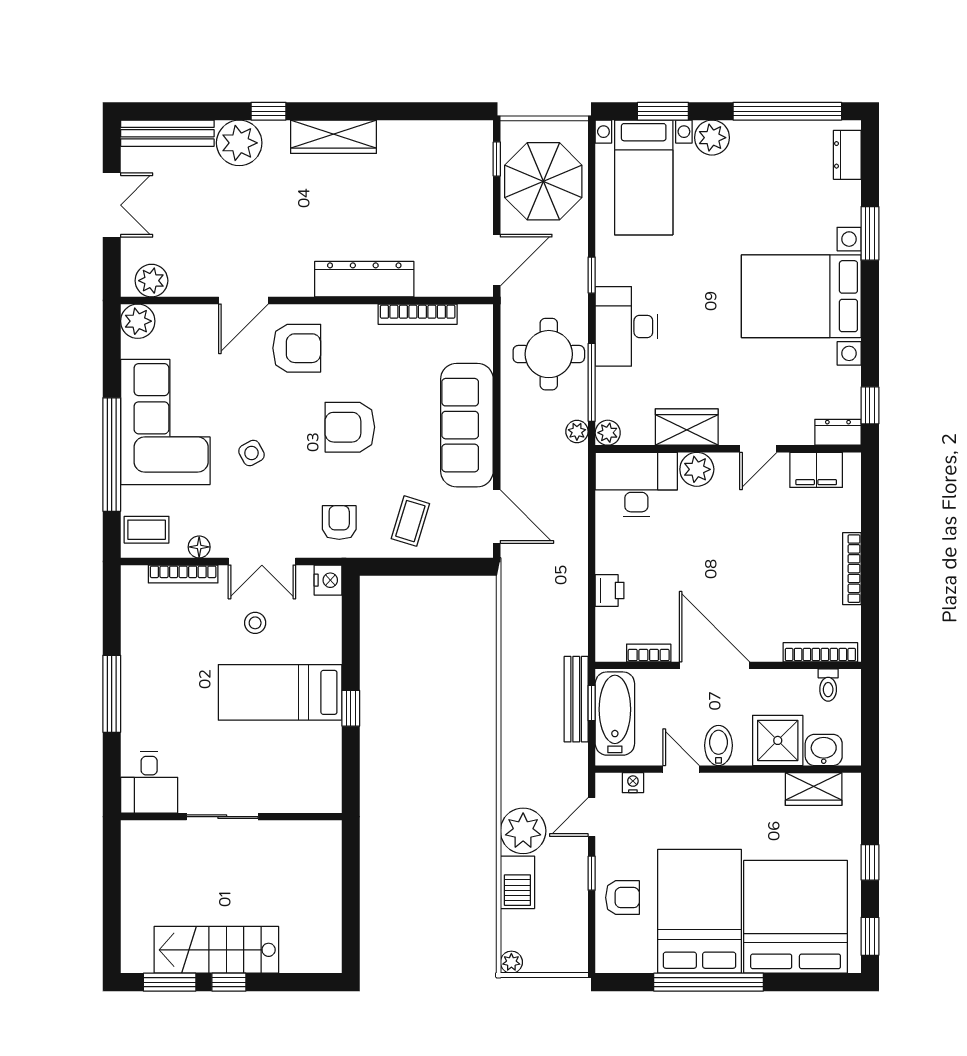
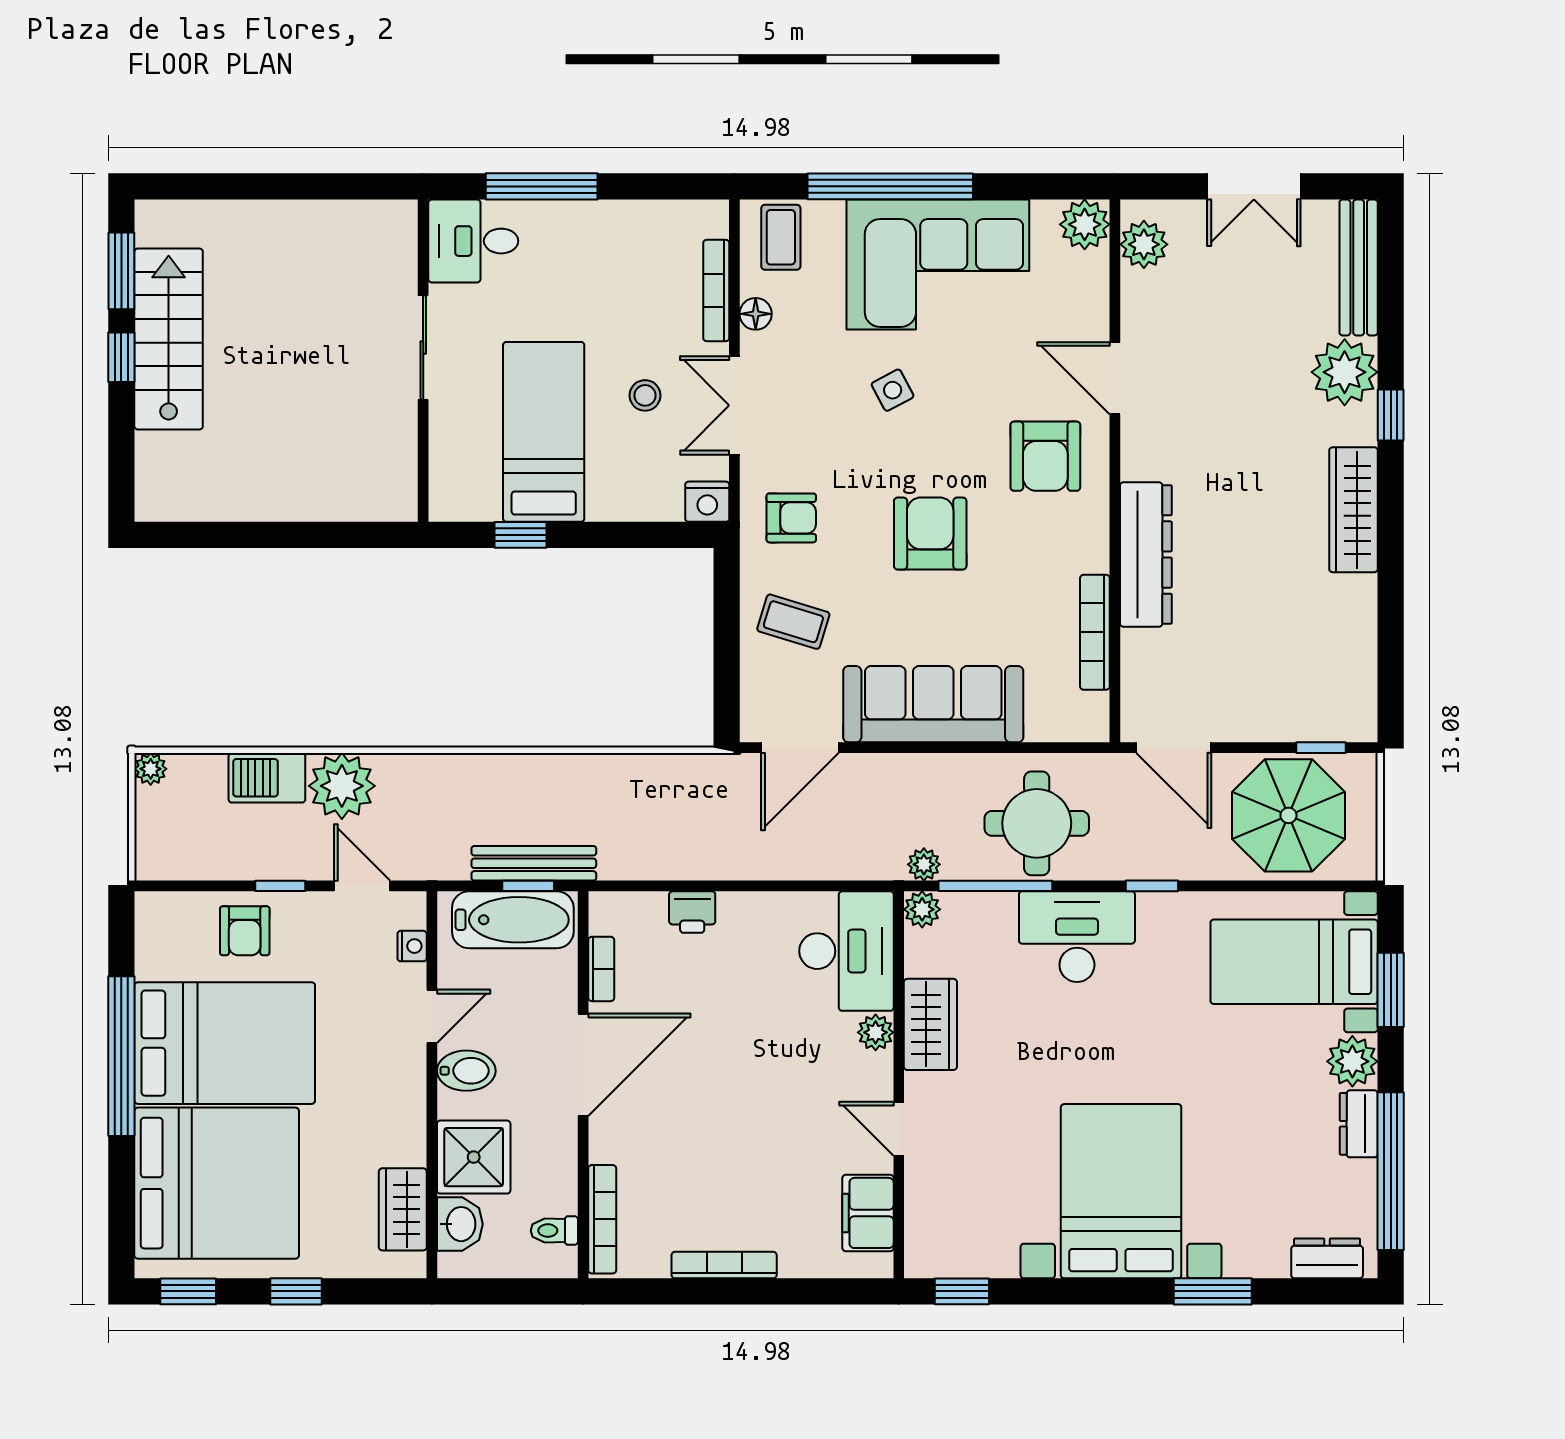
dresser: (838, 432) -> (1359, 1124), moved, turned 180
plant: (697, 469) -> (876, 1032), width x0.73, depth x0.73
desk: (149, 782) -> (473, 241), moved
sliding door: (222, 817) -> (423, 348), moved
wall: (231, 817) -> (423, 361), moved

